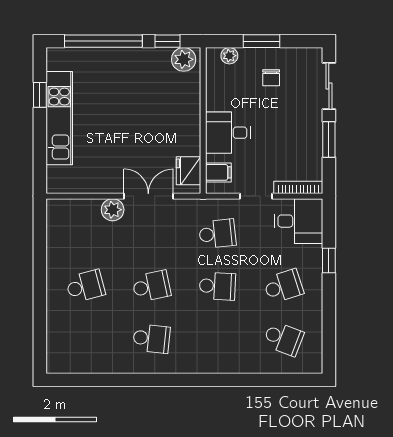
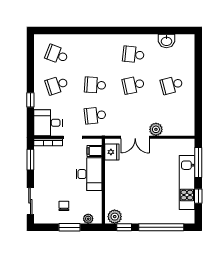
desk: (228, 133) -> (89, 174), width x1.37
window: (329, 139) -> (30, 160), moved
window: (40, 153) -> (198, 163), added
washbasin: (94, 362) -> (166, 41), added

